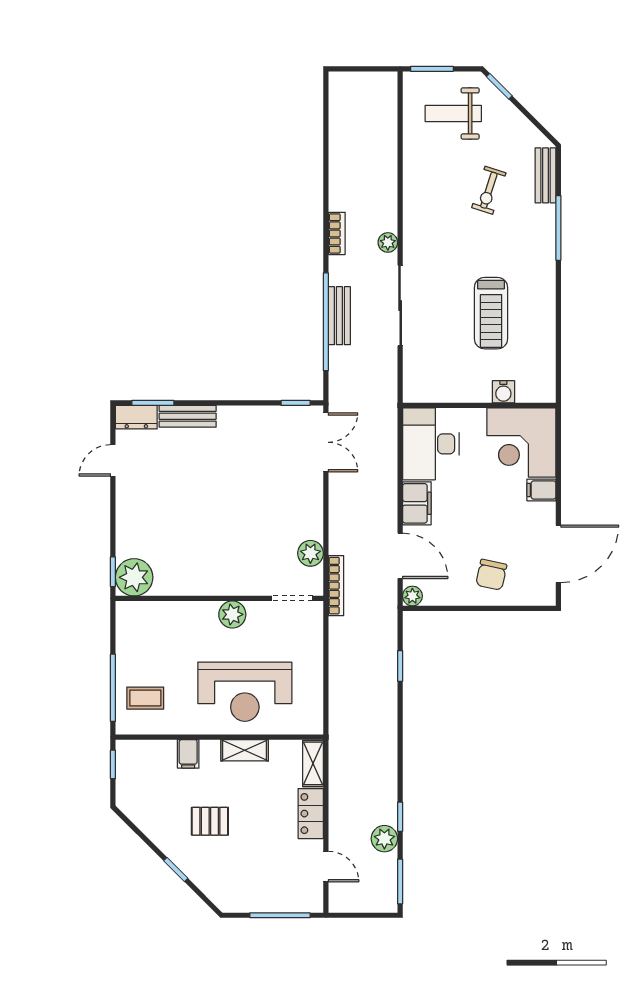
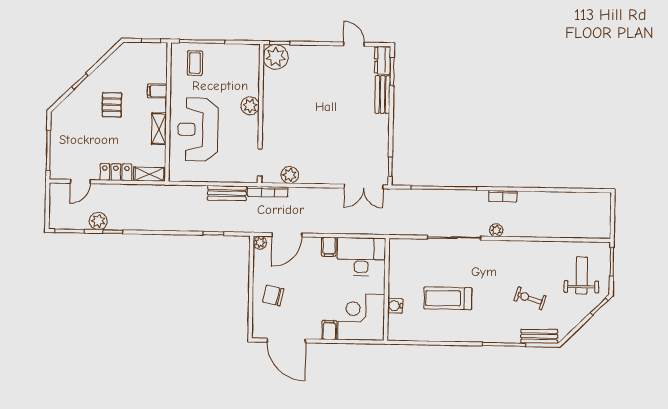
bench: (339, 316) -> (227, 193), moved
filing cabinet: (417, 503) -> (329, 247), width x0.50
plant: (232, 614) -> (250, 106), moved

